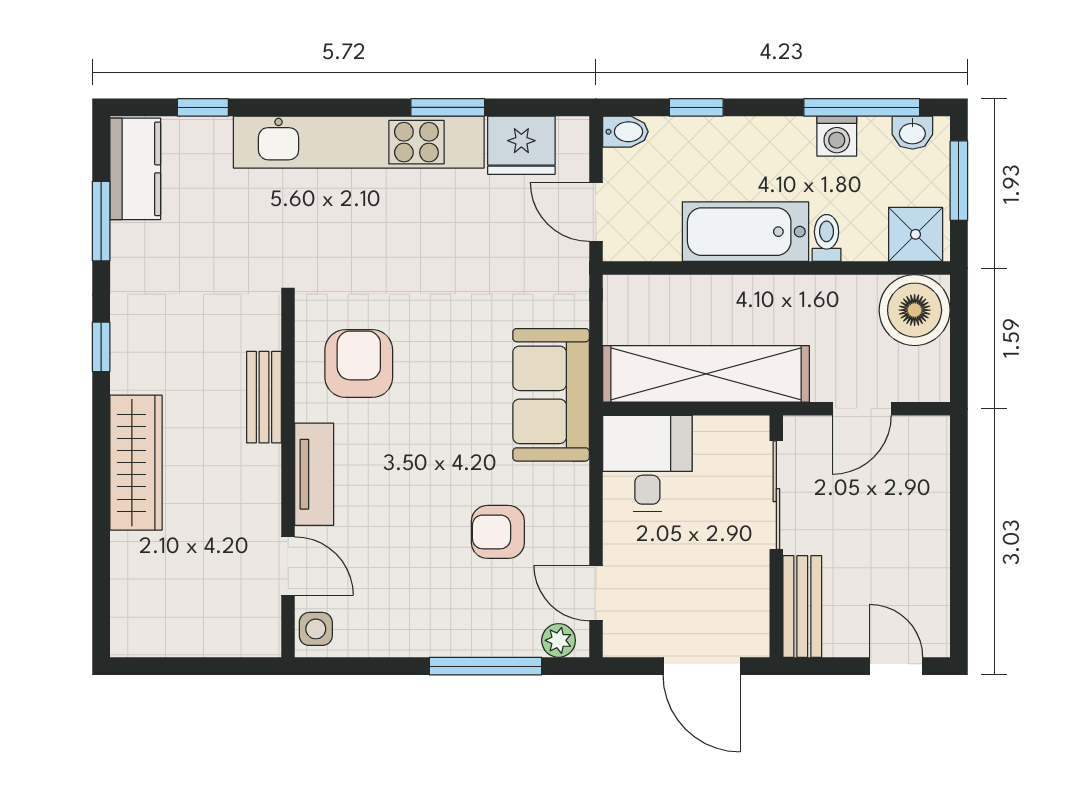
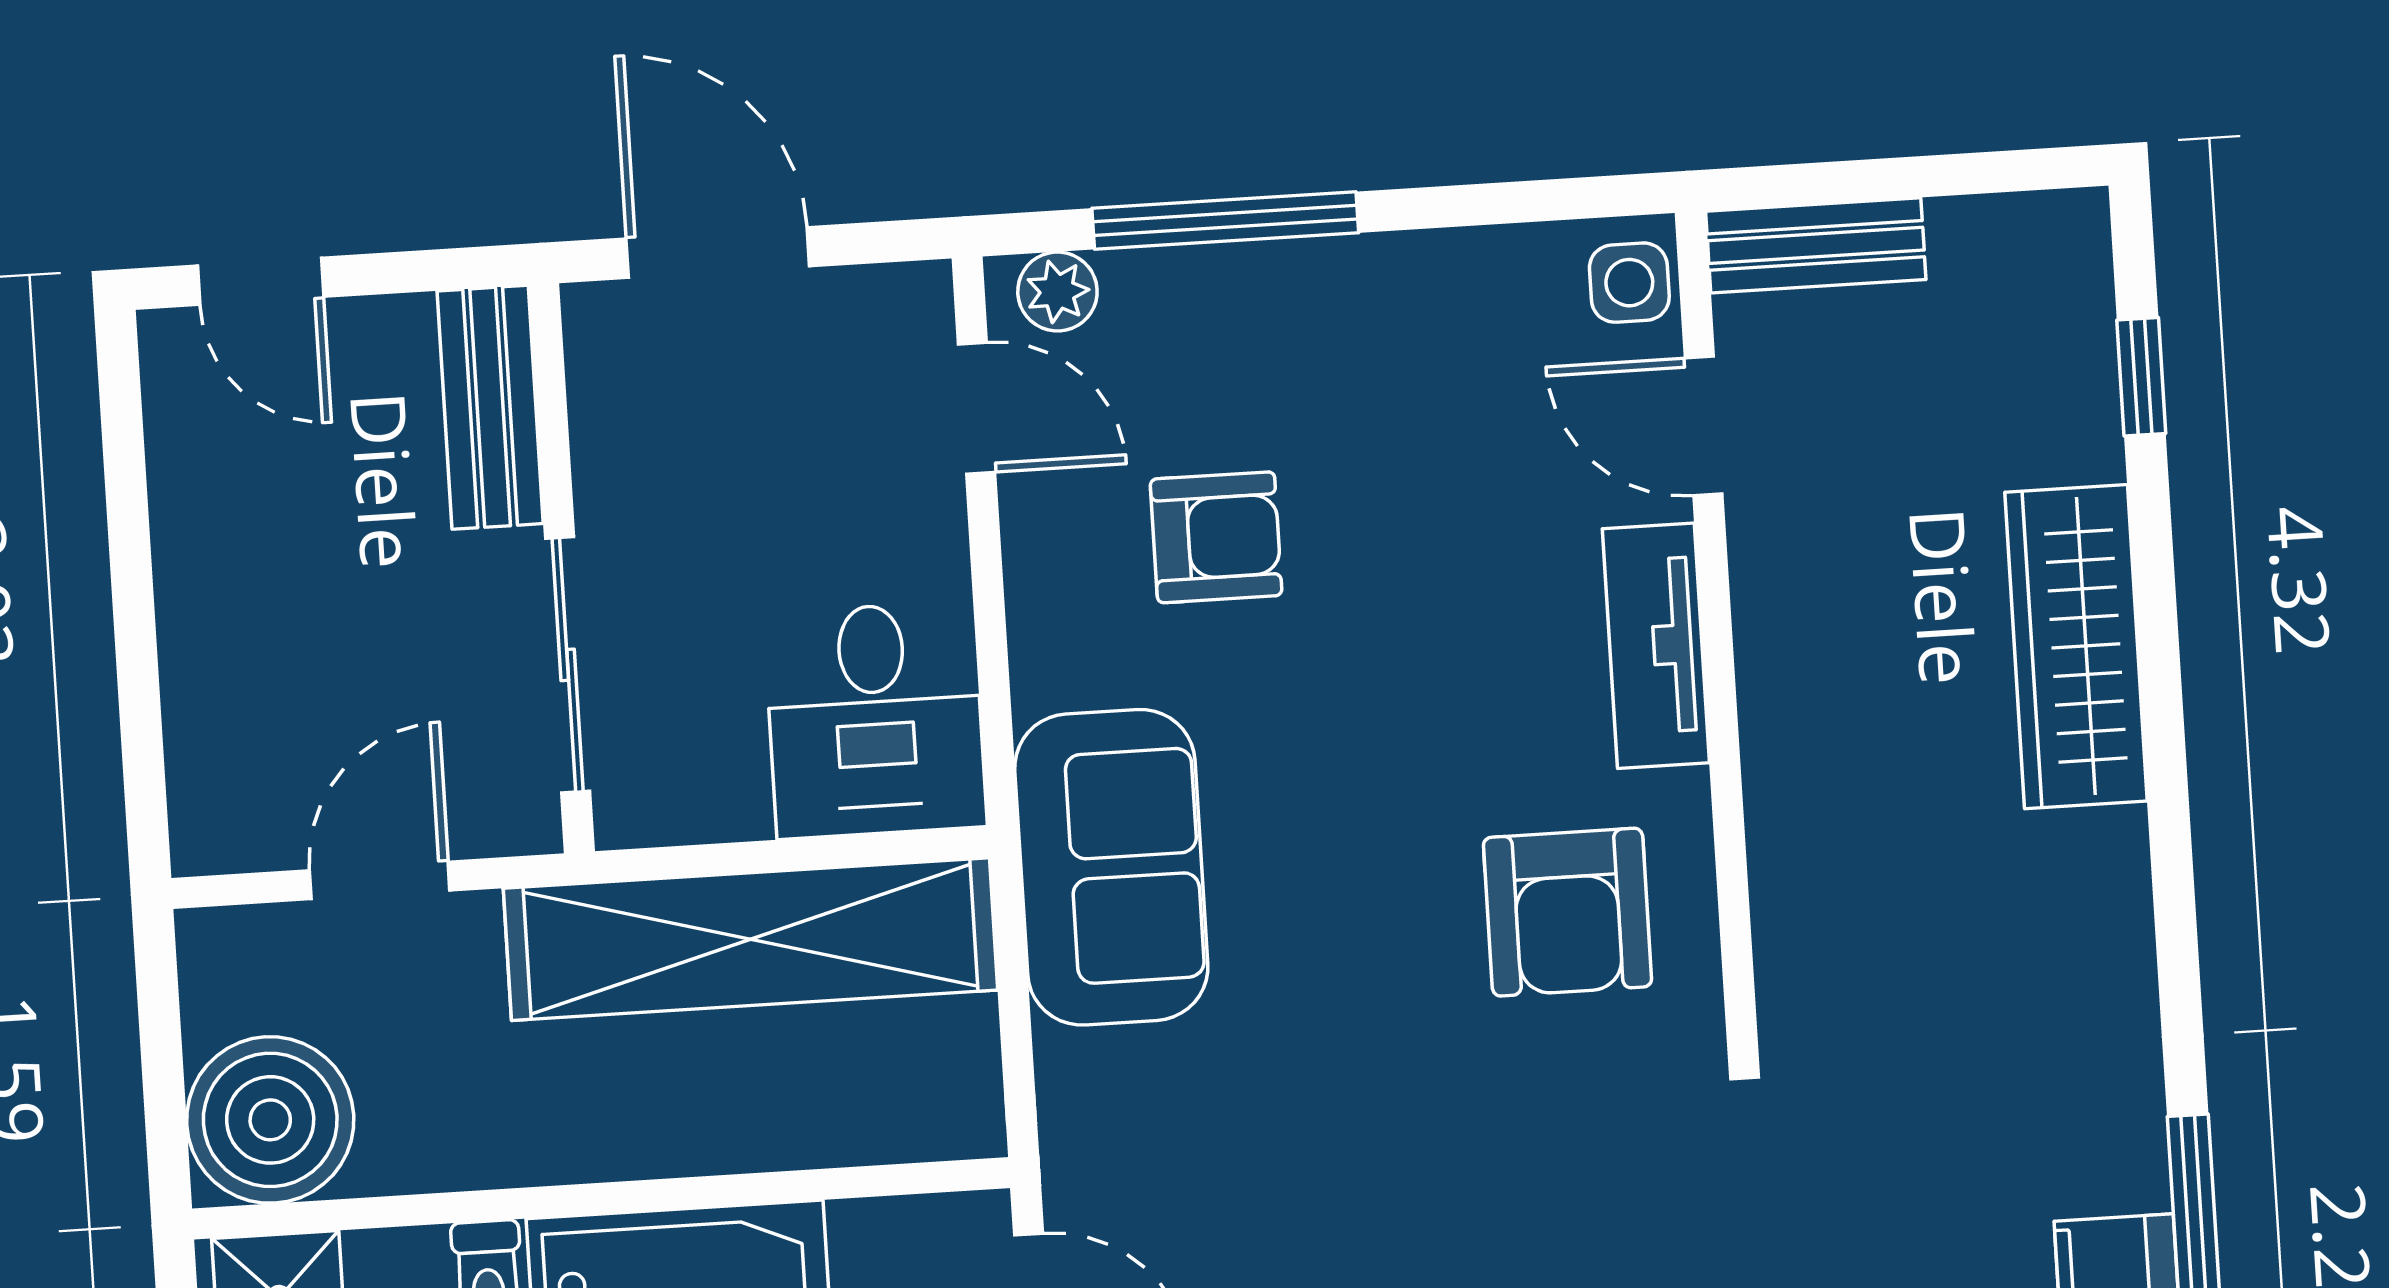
window: (101, 347) -> (2141, 377), moved
bench: (264, 397) -> (1816, 245), moved, turned 90

